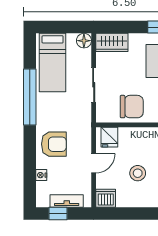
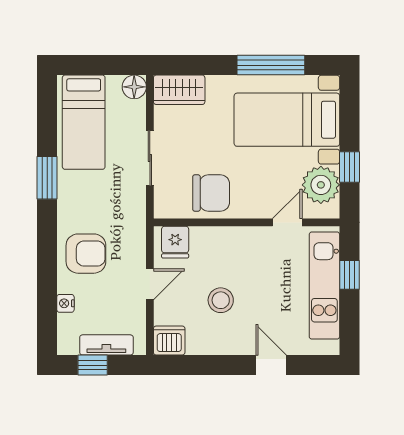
window: (30, 97) -> (47, 178), width x0.47

